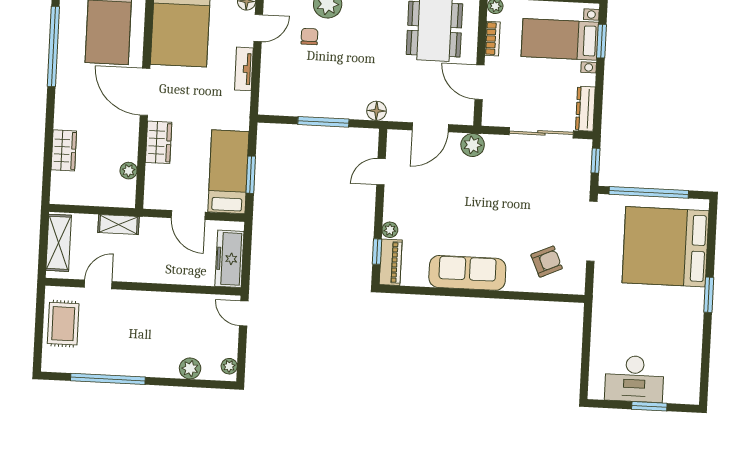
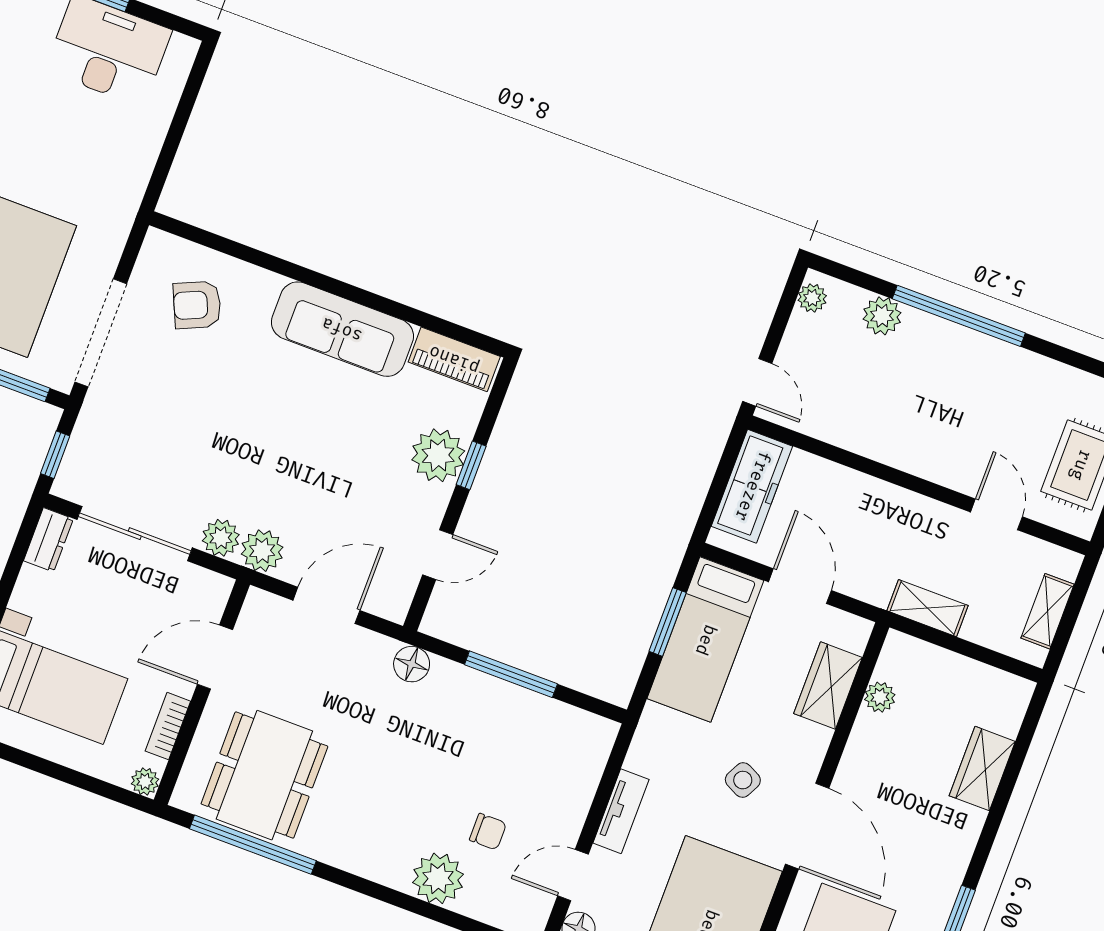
chair: (309, 37) -> (488, 832), turned -90
door: (479, 82) -> (215, 657), swing flipped
side table: (186, 105) -> (743, 780), added
dresser: (585, 109) -> (48, 540), width x0.70
wardrobe: (159, 142) -> (828, 686), moved
plant: (496, 145) -> (221, 538), added
plant: (390, 230) -> (438, 455), width x1.88, depth x1.88
shelving: (59, 243) -> (1047, 611), width x0.67, depth x0.75
window: (377, 252) -> (471, 465), moved
piano: (391, 262) -> (454, 359), moved, turned -90
door: (98, 284) -> (996, 514), swing flipped
window: (108, 379) -> (959, 316), moved

